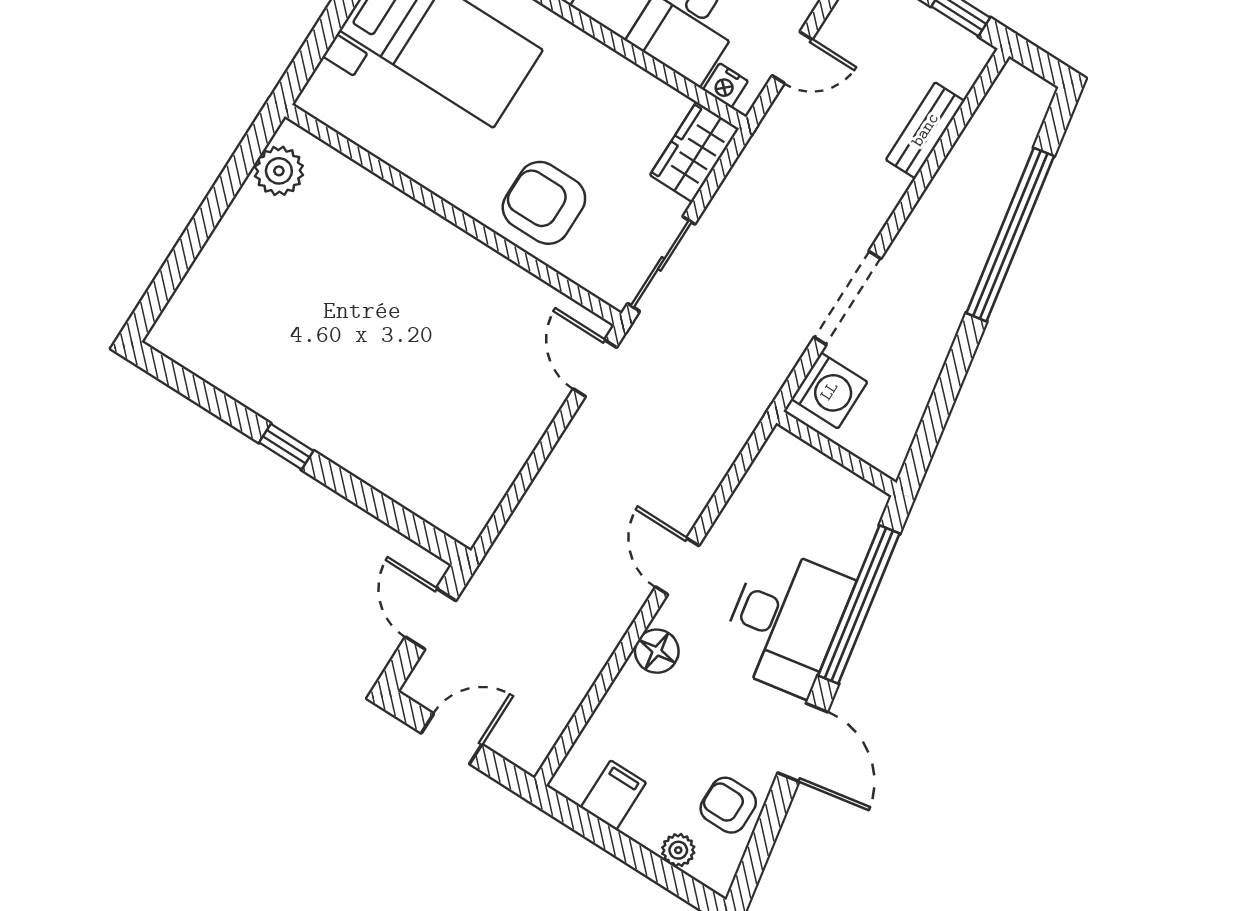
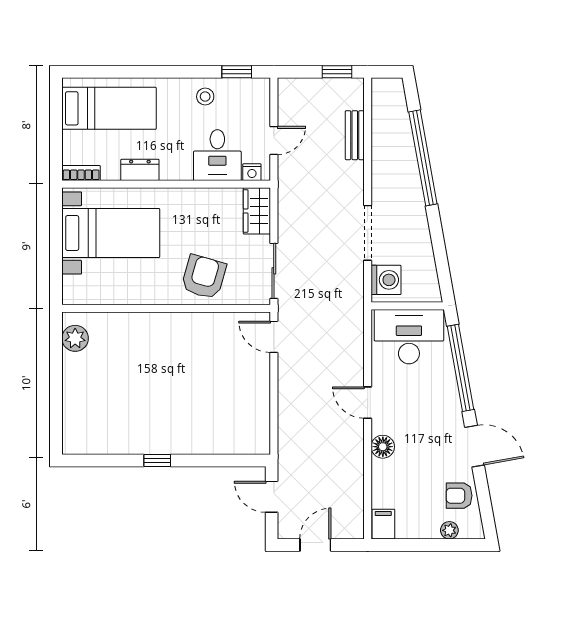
armchair: (544, 203) -> (204, 277), turned 106
desk: (785, 621) -> (409, 337), moved, turned -80
filing cabinet: (613, 795) -> (383, 524), moved

